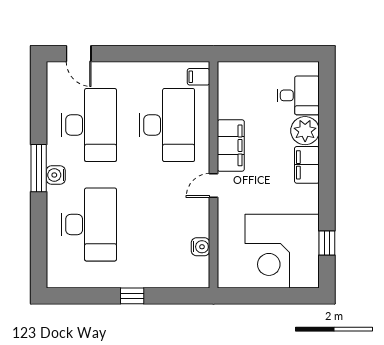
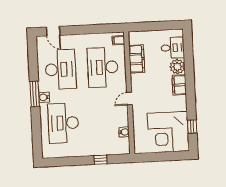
desk: (167, 125) -> (103, 67), turned 180
filing cabinet: (231, 145) -> (137, 59), moved
desk: (89, 224) -> (63, 123), turned 180
window: (132, 296) -> (101, 160), moved

